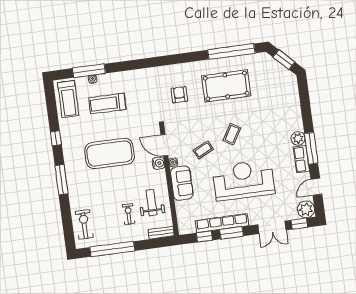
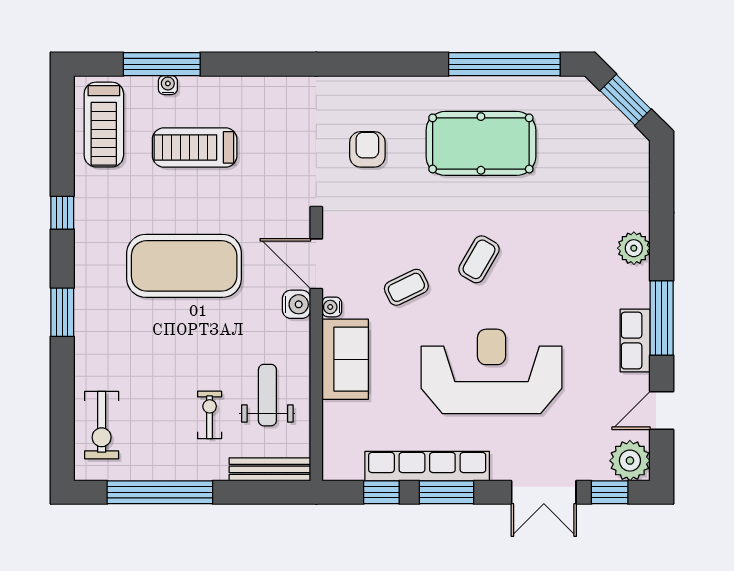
plant: (298, 138) -> (634, 248), moved
window: (61, 180) -> (62, 312), width x0.69
exercise bike: (84, 224) -> (102, 425), turned 180
bench: (161, 233) -> (270, 469), width x1.36

